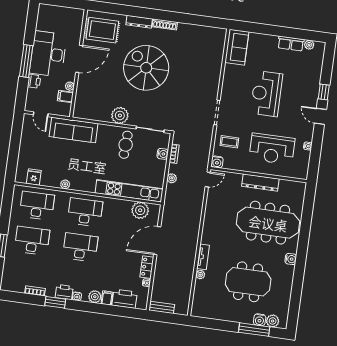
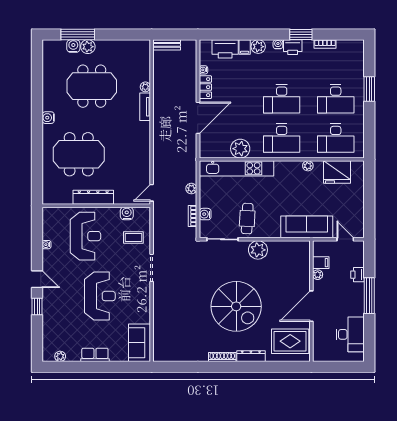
row of seats: (291, 44) -> (95, 355), moved
desk: (48, 54) -> (350, 334), moved, width x0.73, depth x0.77
reception desk: (272, 149) -> (85, 236), turned 90
water cooler: (217, 162) -> (127, 213), moved
fridge: (34, 177) -> (337, 172), width x1.88, depth x1.34
plant: (140, 210) -> (240, 149), moved
meeting table: (268, 223) -> (79, 154), width x0.73
bench: (162, 307) -> (167, 45), moved
plant: (273, 321) -> (88, 47), moved

